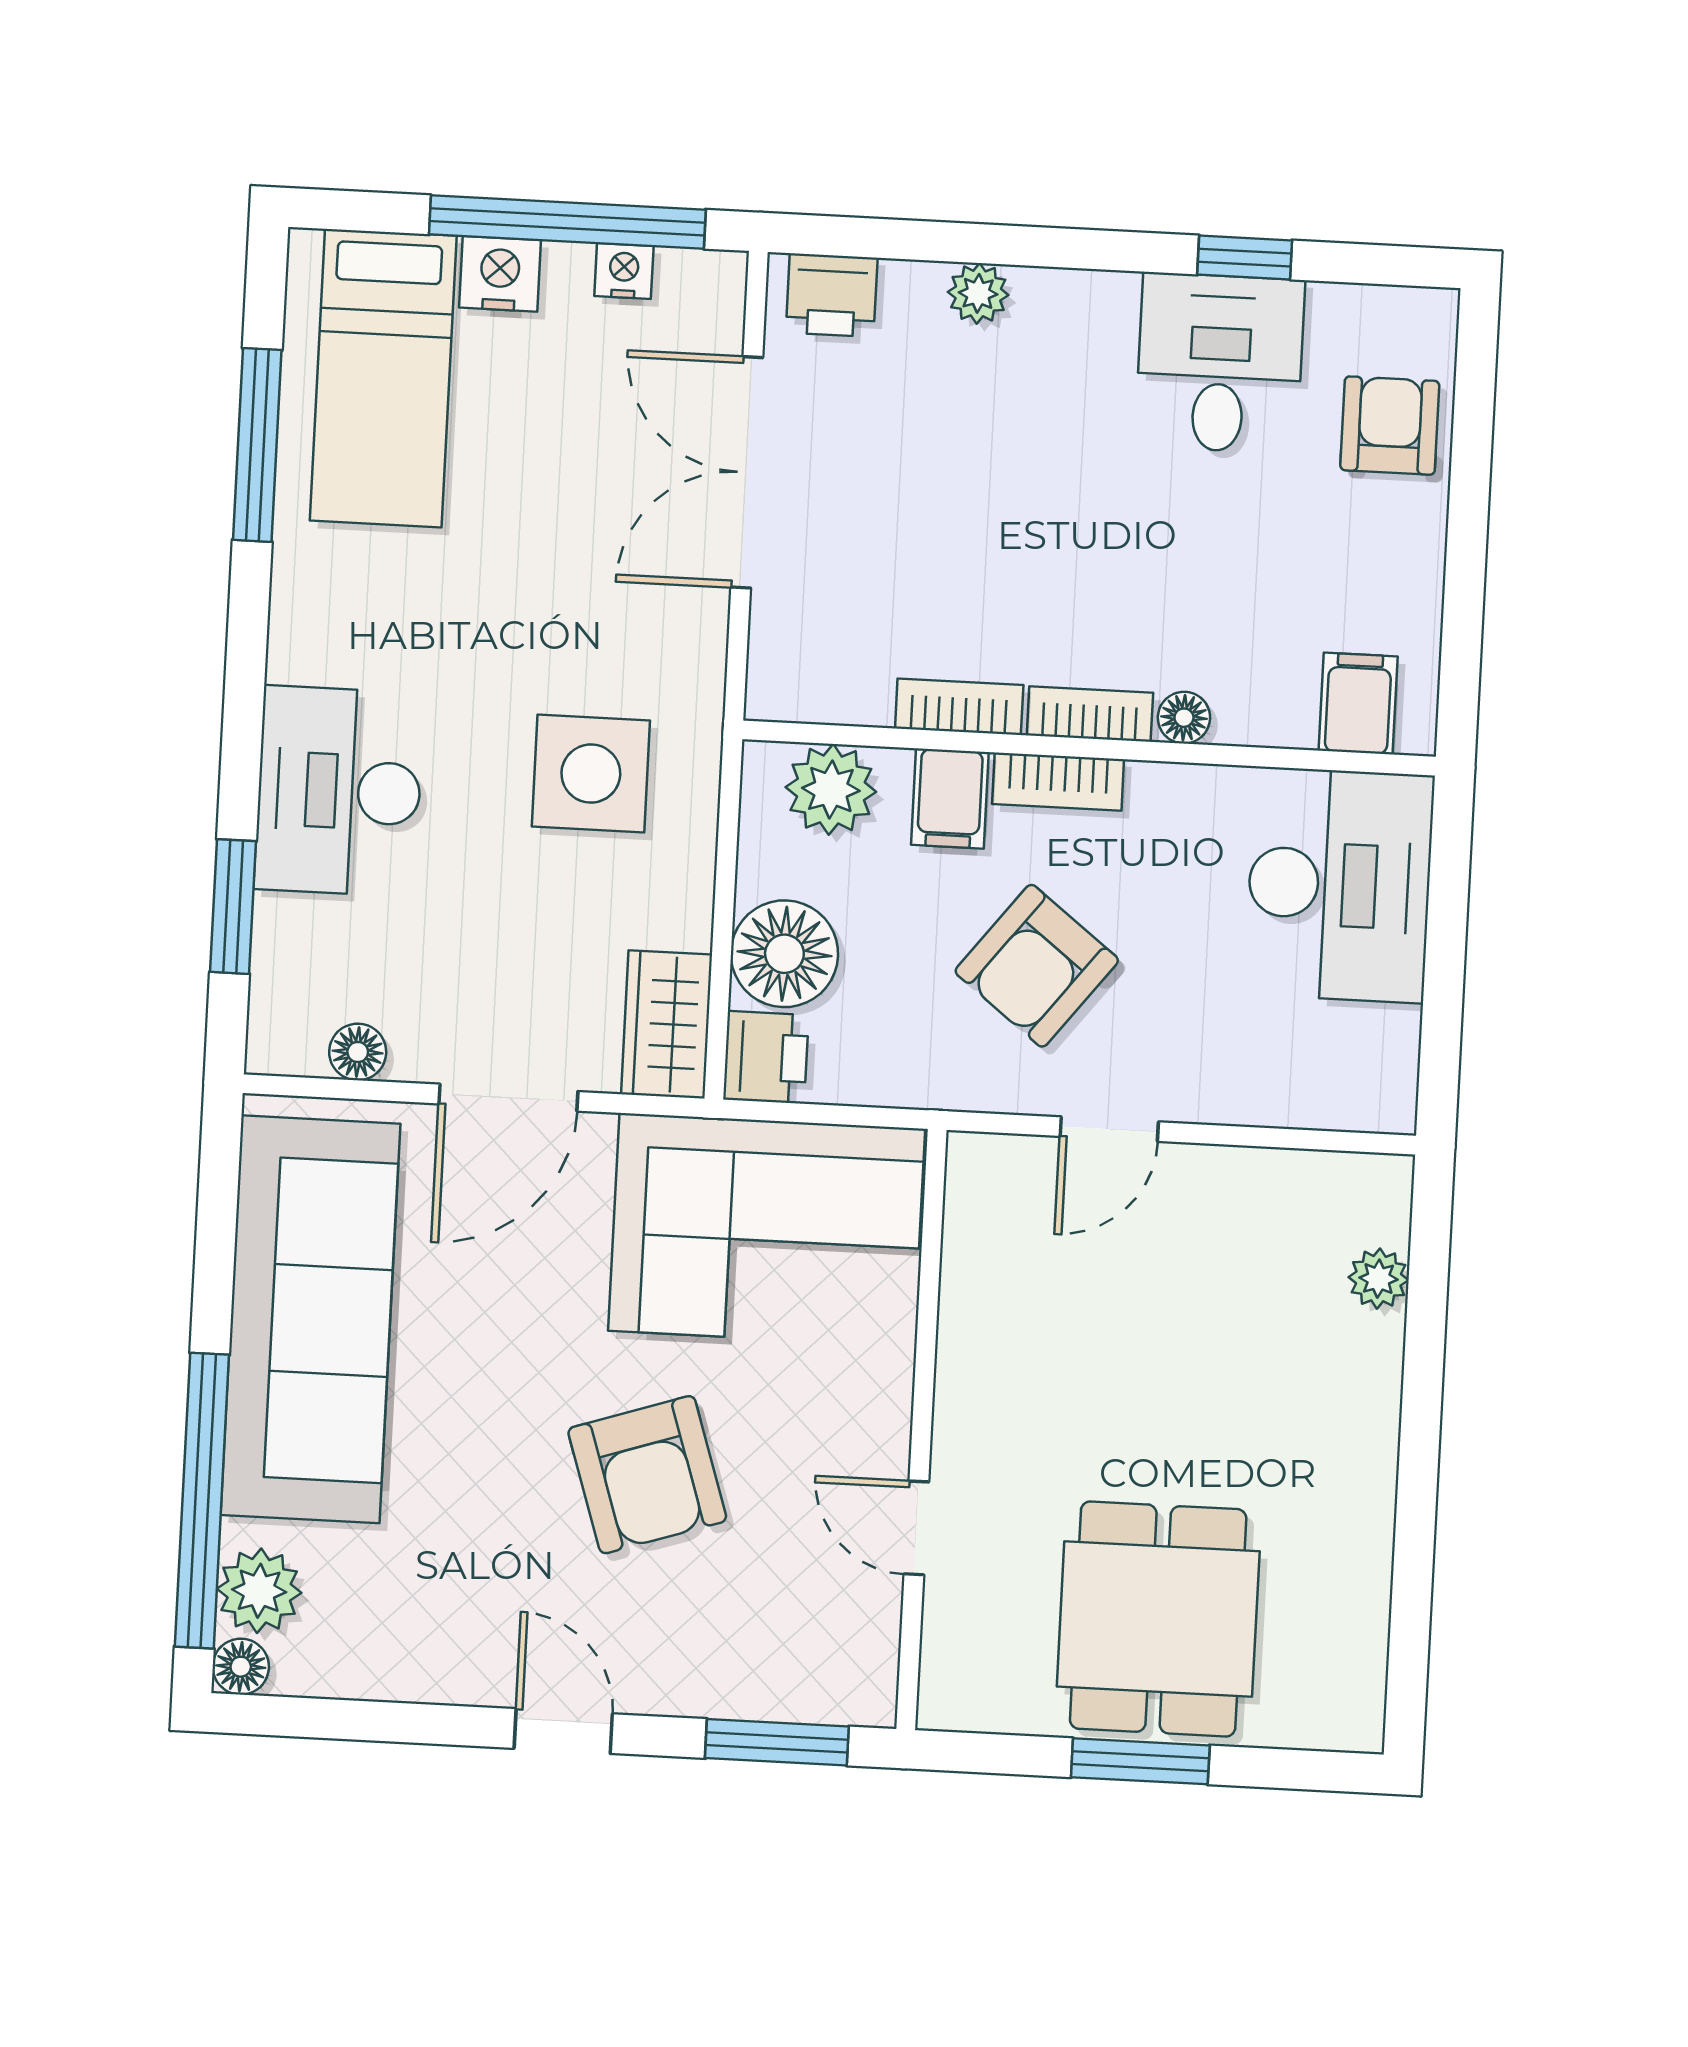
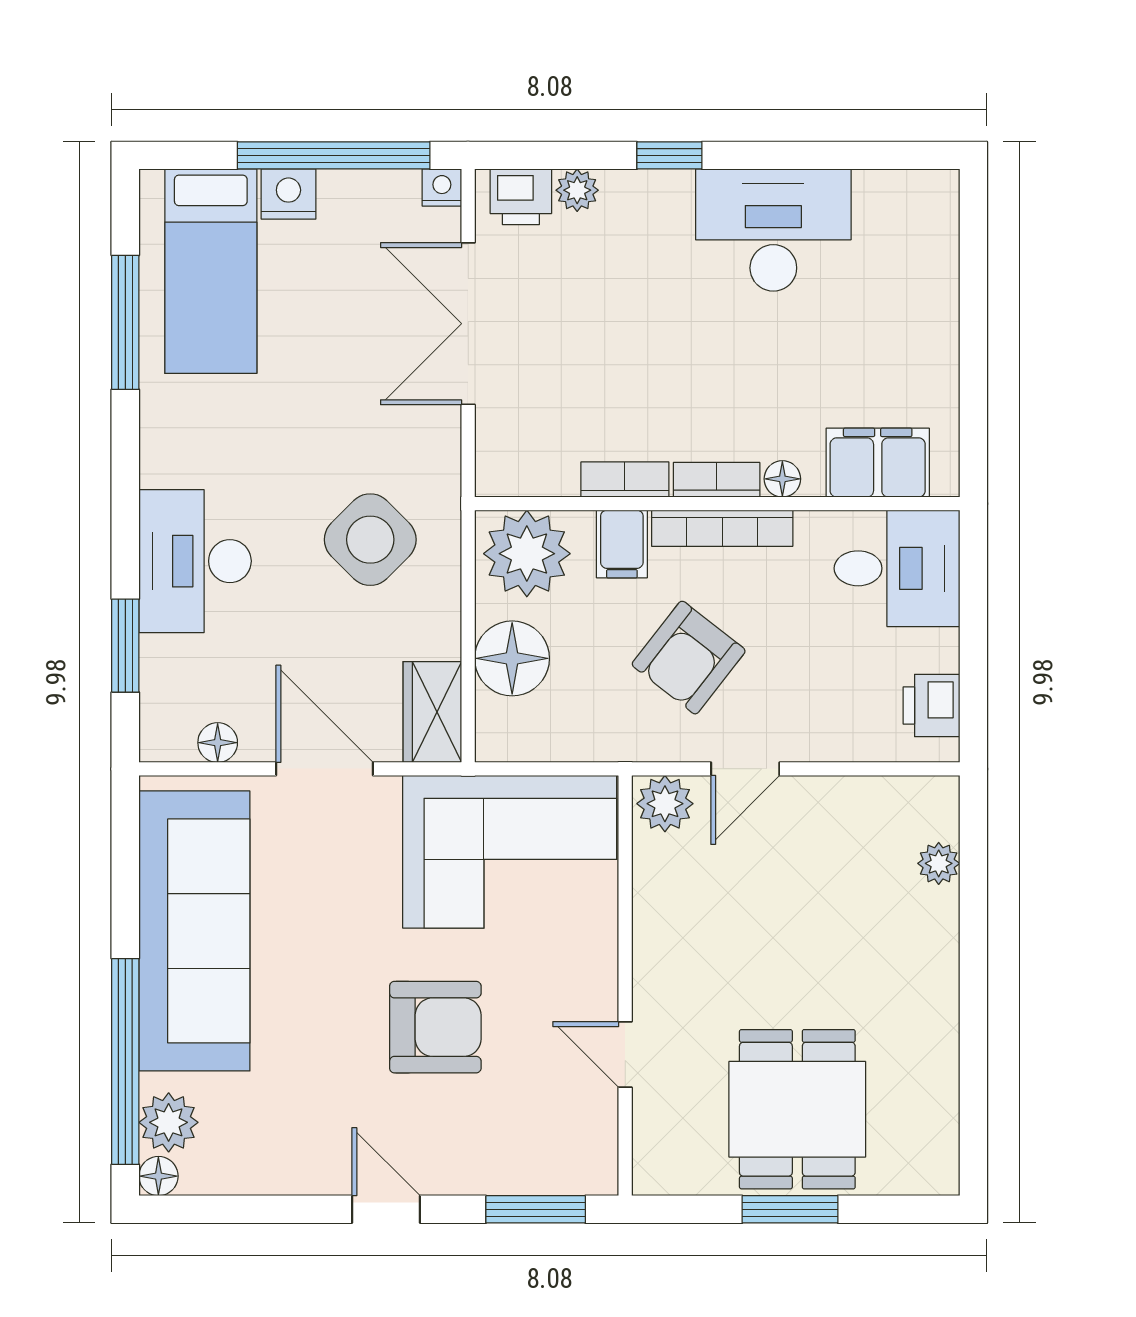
window: (1245, 257) -> (669, 155), moved
nightstand: (624, 271) -> (442, 188), moved
plant: (978, 293) -> (577, 190), moved
desk: (1220, 363) -> (773, 230), width x1.37
armchair: (1390, 426) -> (915, 267), removed
filing cabinet: (1358, 704) -> (878, 463), width x2.00
side table: (591, 774) -> (370, 540), turned 45
bookcase: (1058, 782) -> (722, 528), width x1.56
plant: (831, 789) -> (527, 554), width x1.36, depth x1.36
desk: (1339, 885) -> (897, 568), width x0.73
printer: (766, 1057) -> (931, 705), moved, turned 180
door: (508, 1098) -> (325, 769), swing flipped
plant: (992, 1173) -> (665, 804), added
armchair: (647, 1475) -> (435, 1027), turned -72

